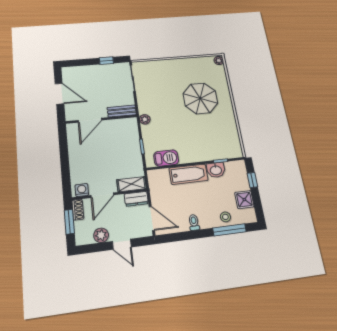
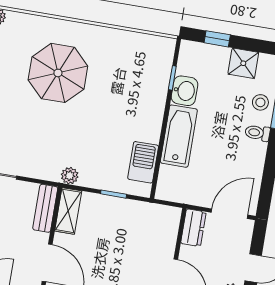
shelving: (132, 184) -> (68, 211), moved
toilet: (194, 222) -> (257, 133), moved

